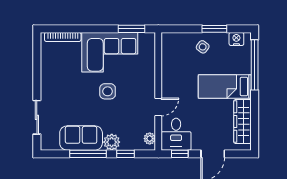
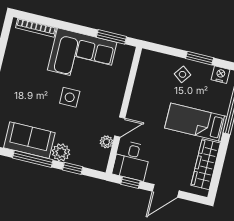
plant: (150, 139) -> (106, 142), moved

